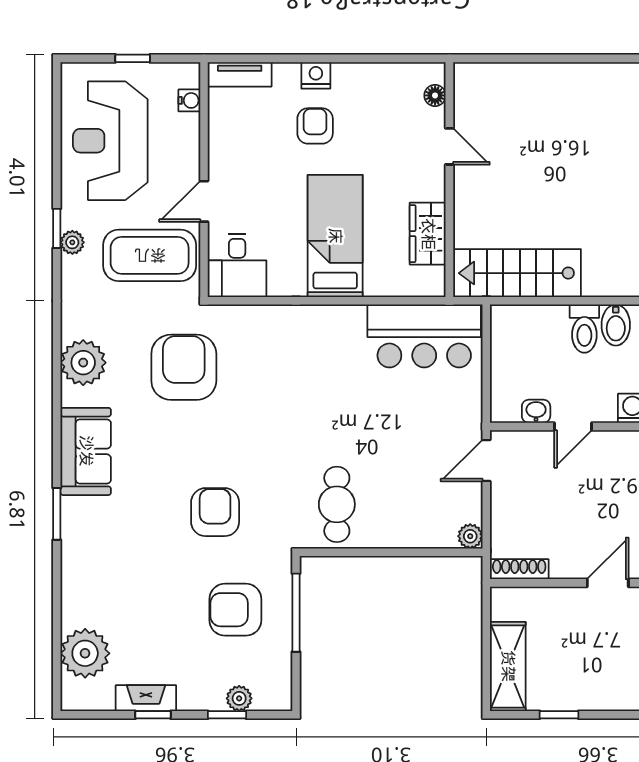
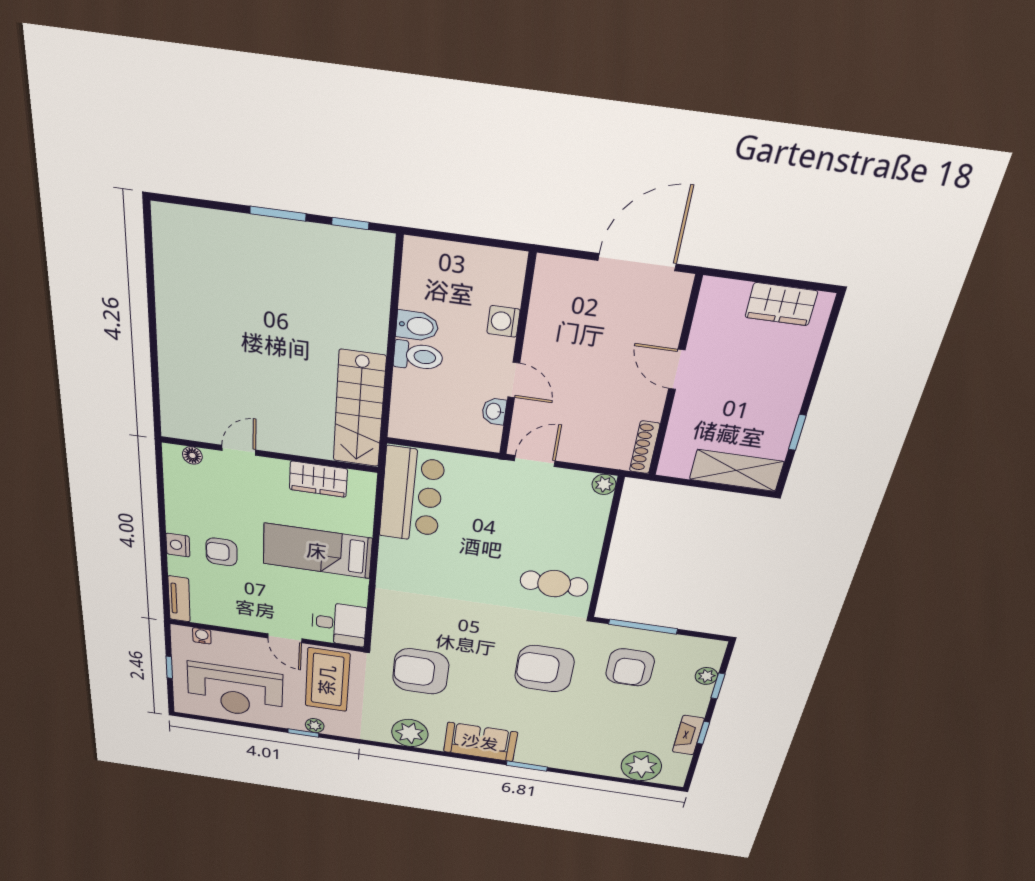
door: (486, 460) -> (535, 461), swing flipped
armchair: (215, 512) -> (544, 669), width x1.36, depth x1.36

